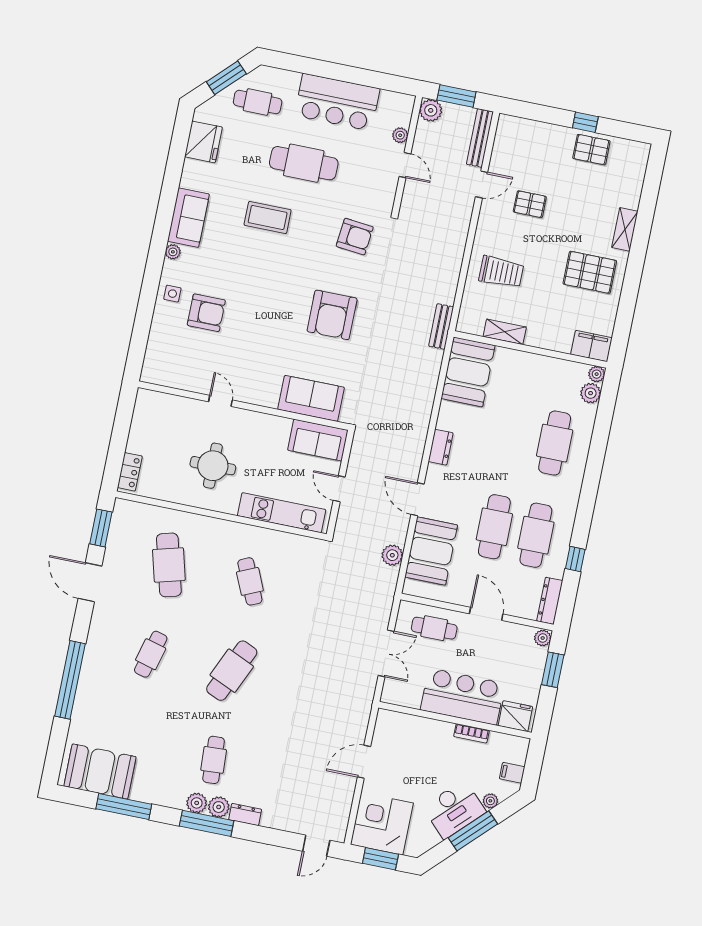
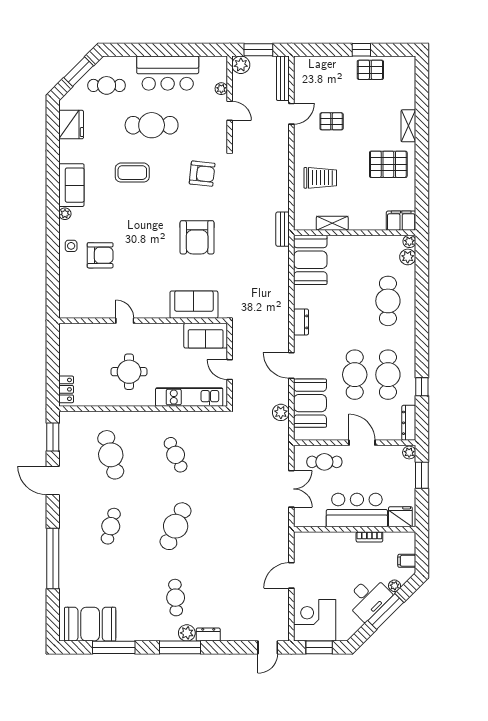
plant: (197, 803) -> (169, 633), removed

